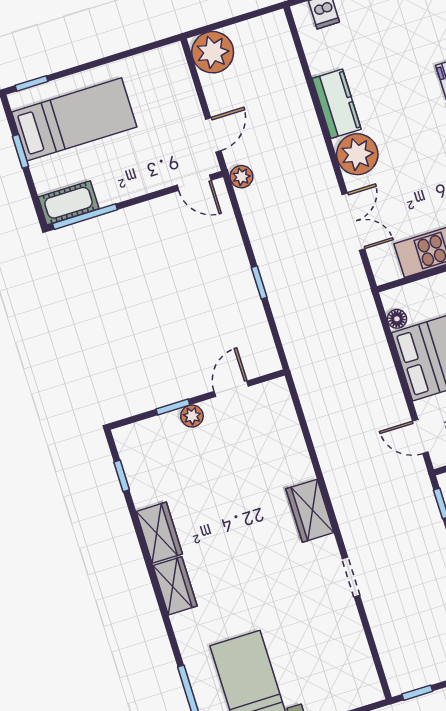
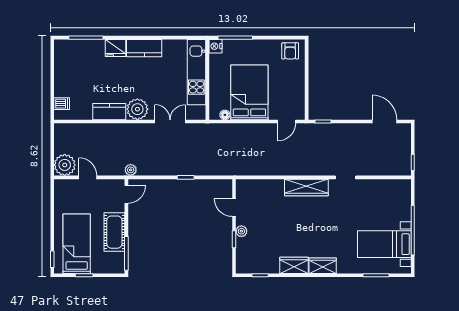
door: (213, 135) -> (88, 177), moved
cot: (69, 203) -> (114, 232), moved, width x1.37, depth x1.34
wardrobe: (310, 511) -> (306, 188), width x1.50

